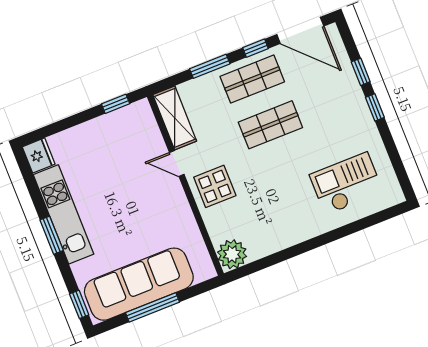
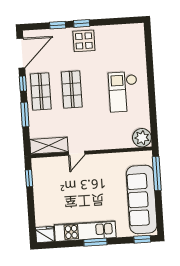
checkout: (346, 184) -> (123, 92), moved
display table: (215, 186) -> (84, 41), moved
window: (152, 307) -> (157, 173), moved

